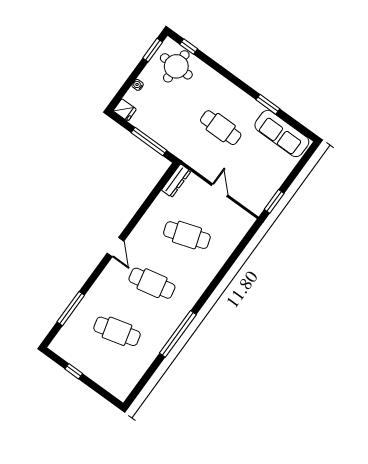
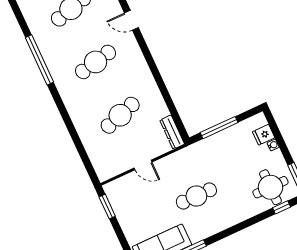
fridge: (125, 110) -> (264, 135), moved
door: (115, 247) -> (131, 20), moved

